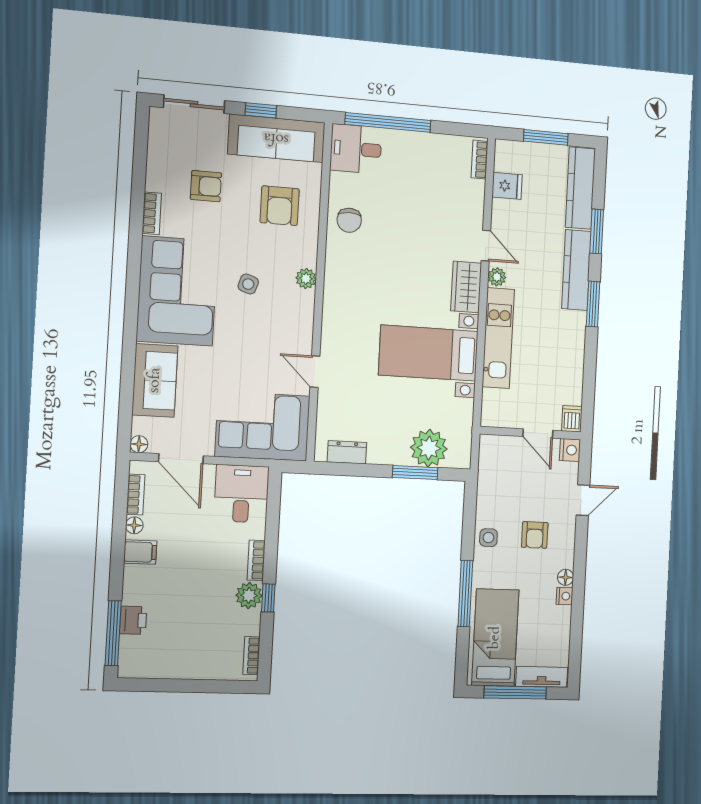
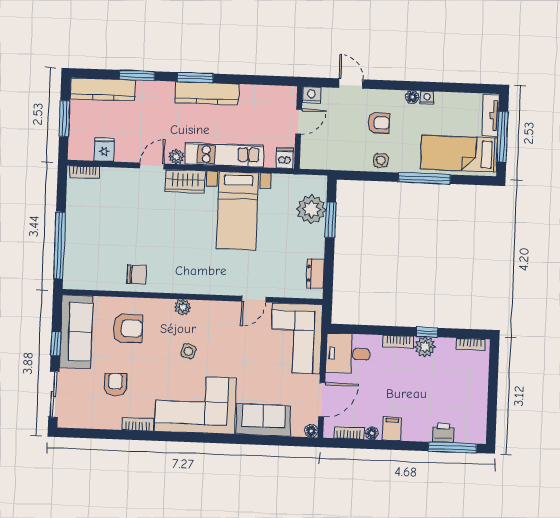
desk: (356, 149) -> (81, 270), removed
kitchen counter: (576, 270) -> (207, 93), moved
dishwasher: (572, 419) -> (285, 158), moved, turned 90

